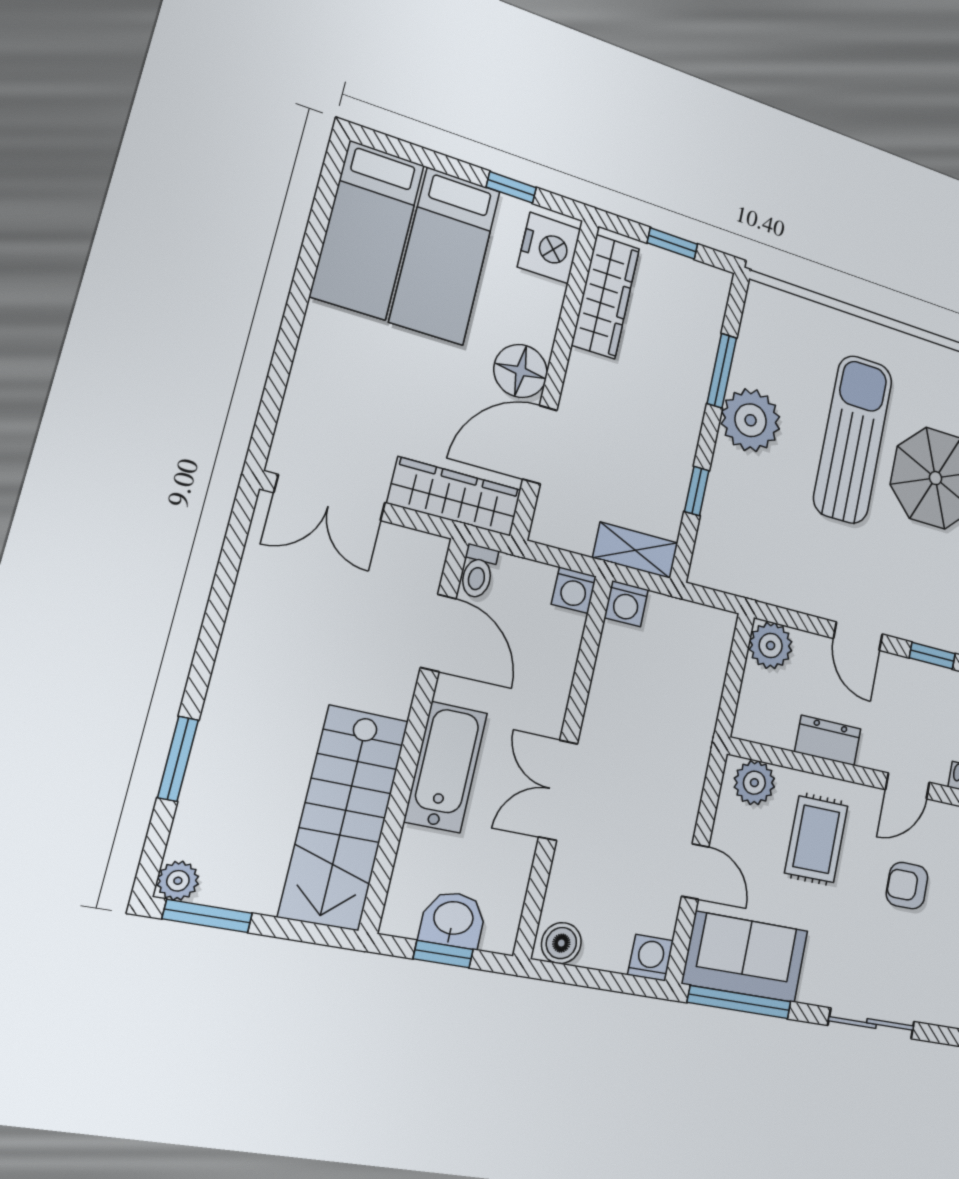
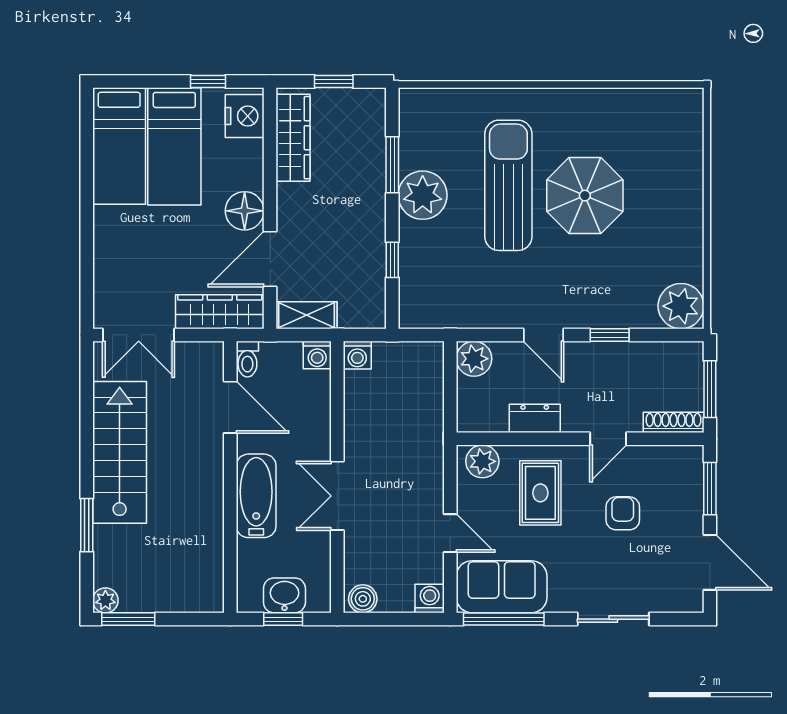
shelving: (636, 550) -> (306, 315), moved
stairs: (344, 818) -> (120, 452), moved, turned 180
armchair: (907, 886) -> (623, 513), turned 90

